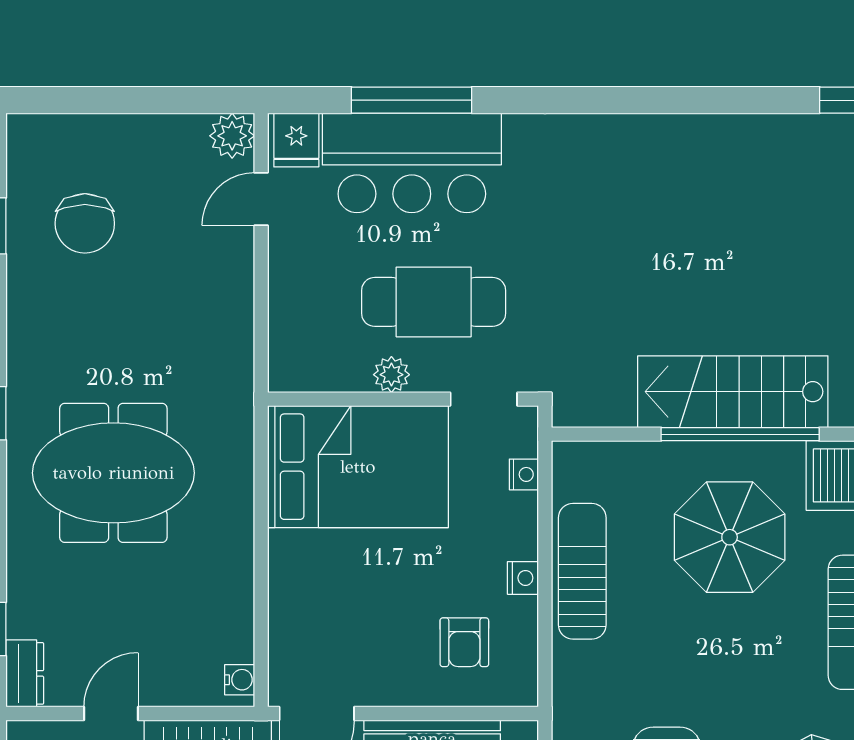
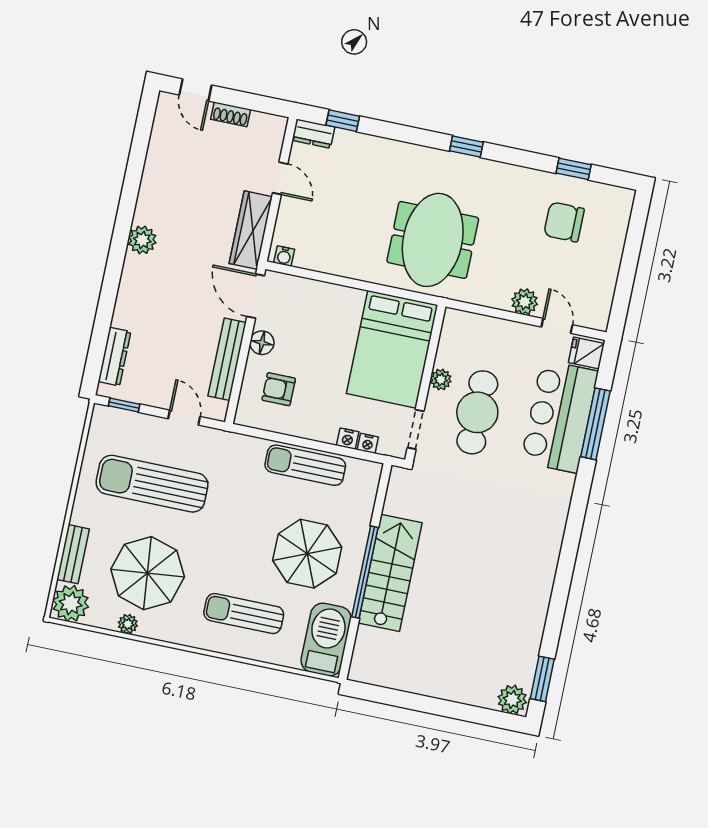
plant: (232, 136) -> (525, 302), moved
meeting table: (113, 473) -> (433, 240), moved
sun lounger: (582, 571) -> (305, 465), turned 180
nightstand: (523, 578) -> (348, 439), moved
floor lamp: (392, 687) -> (262, 343), added

